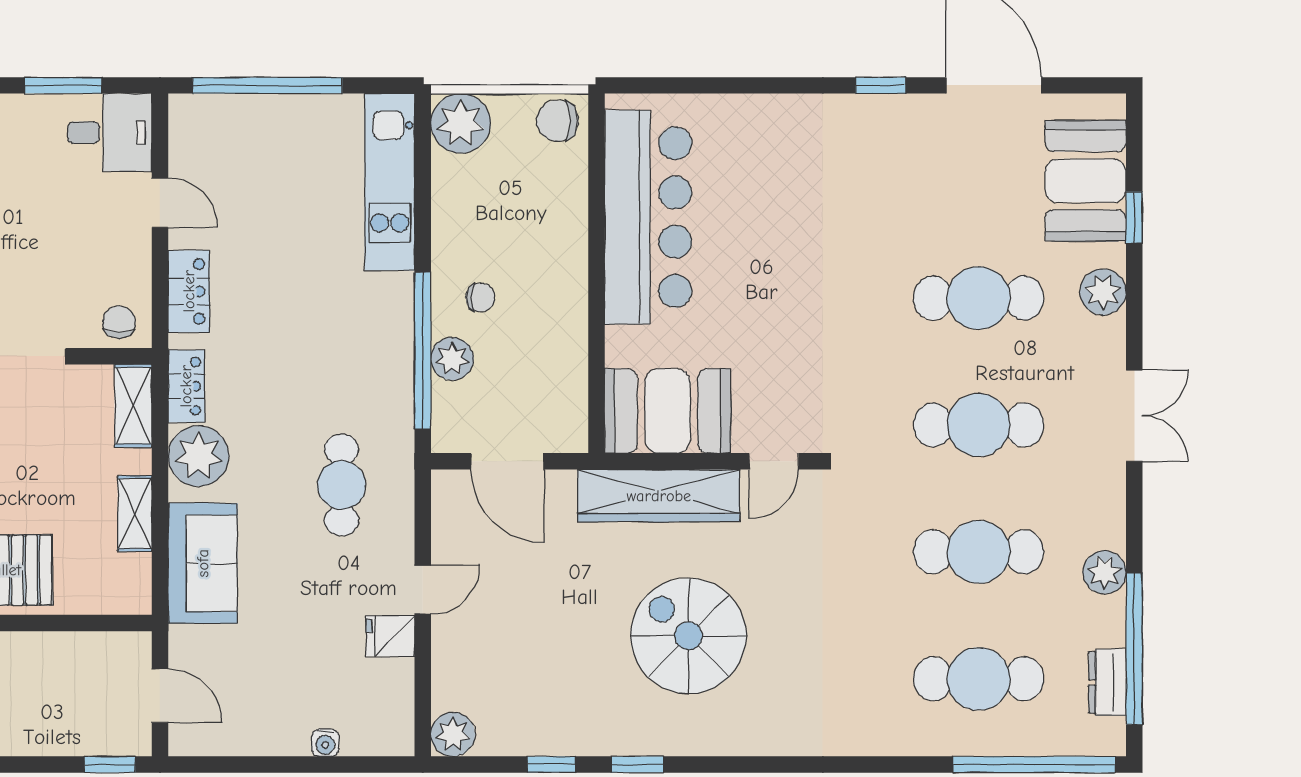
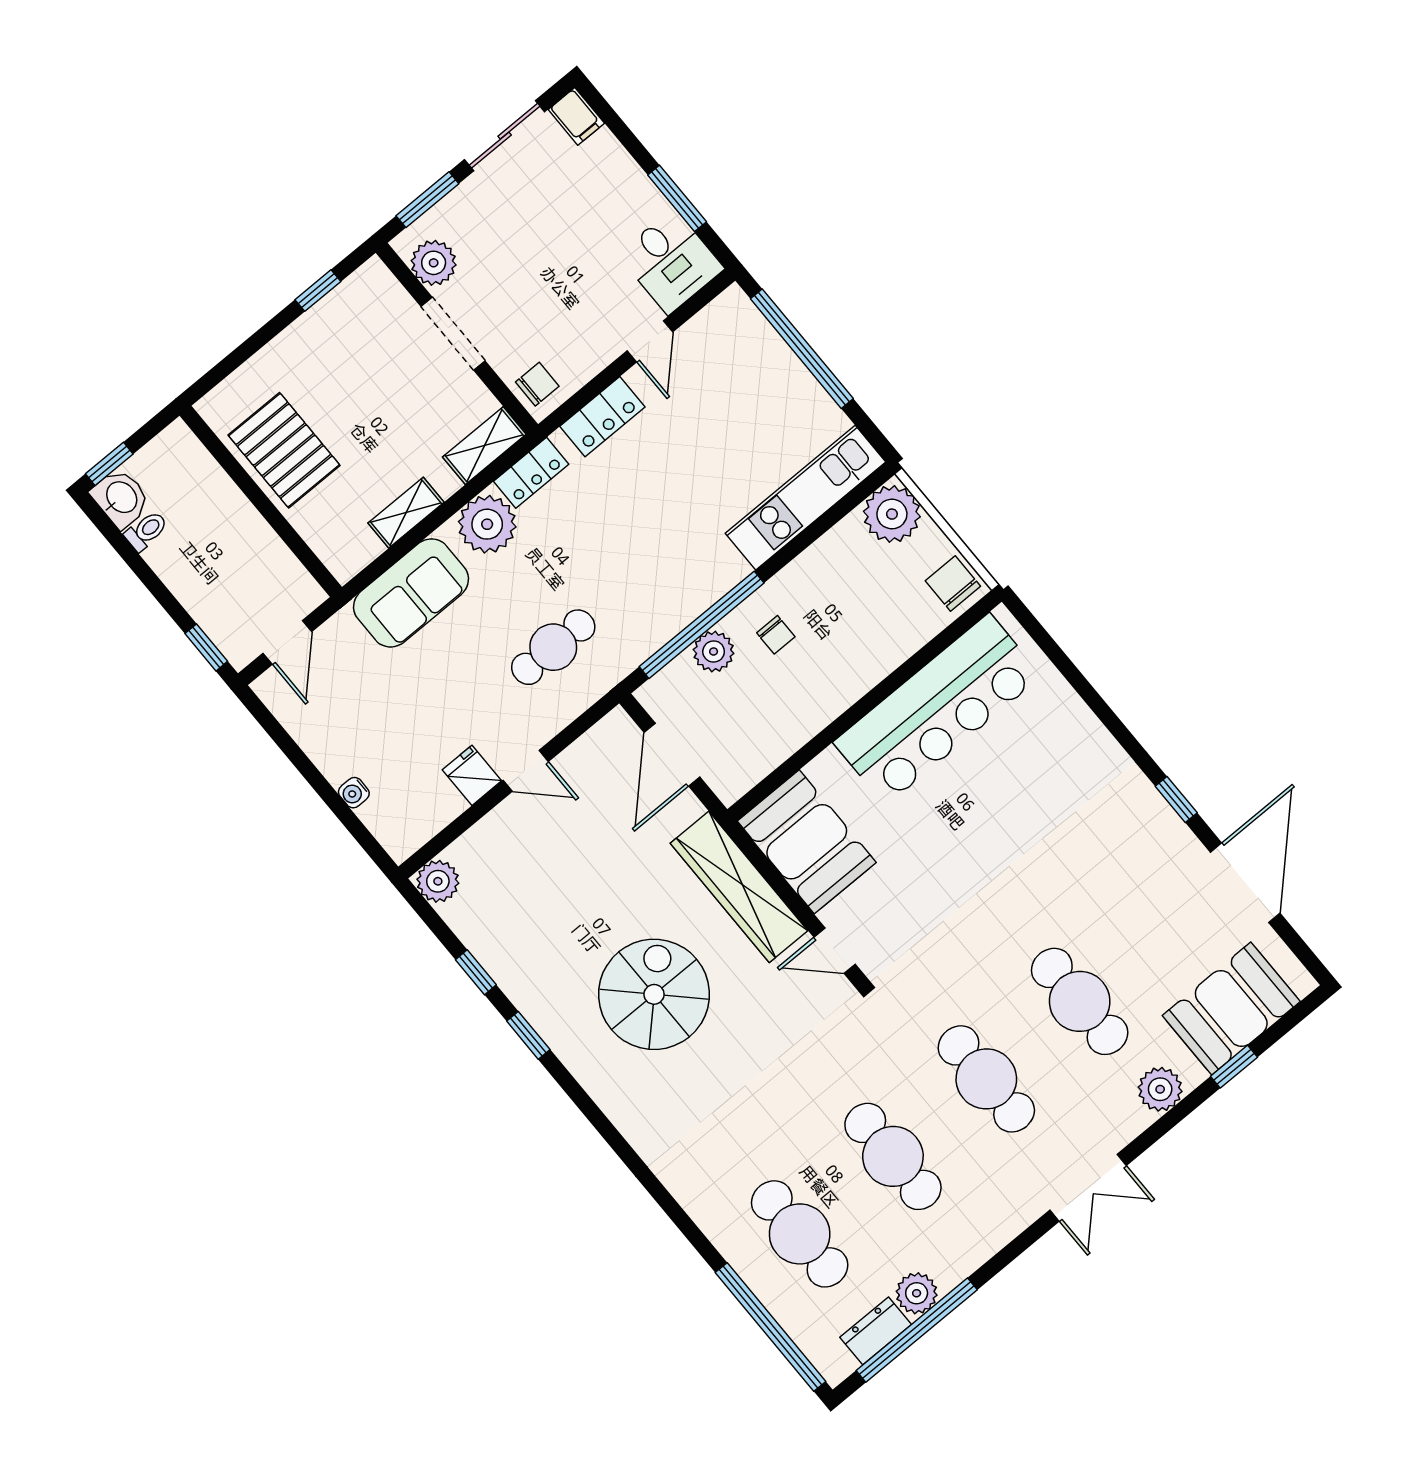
plant: (1104, 572) -> (917, 1293), moved

